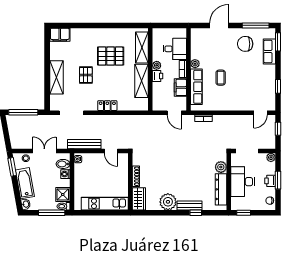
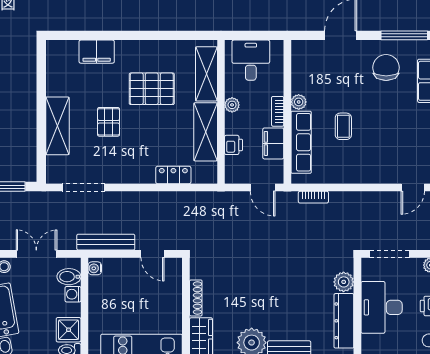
filing cabinet: (60, 35) -> (97, 52), moved
chair: (245, 44) -> (386, 68), turned 90
desk: (175, 49) -> (251, 60), moved, turned -90
printer: (158, 76) -> (233, 145), moved
locker: (107, 106) -> (173, 175), moved

